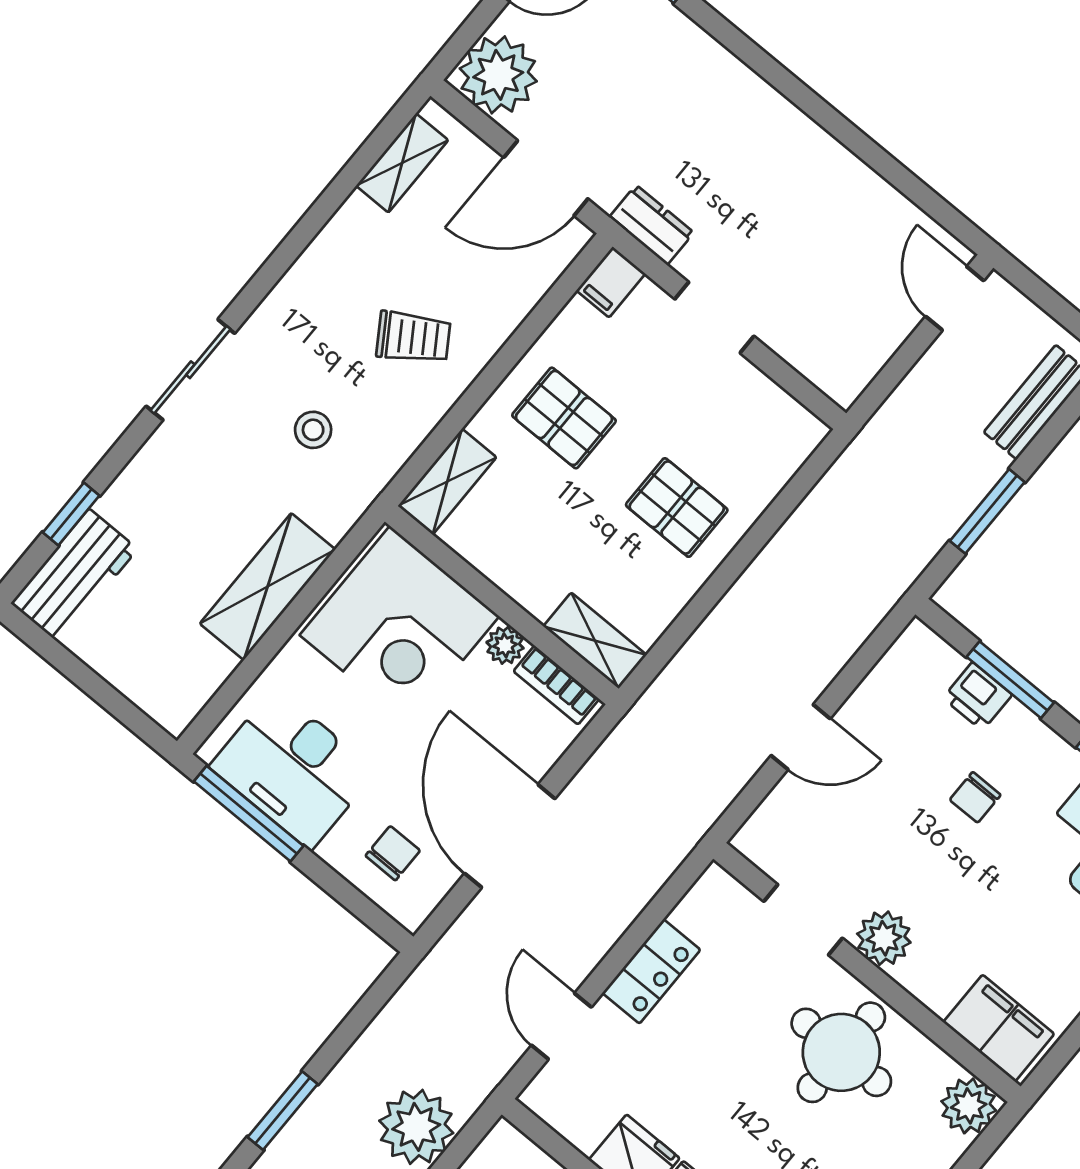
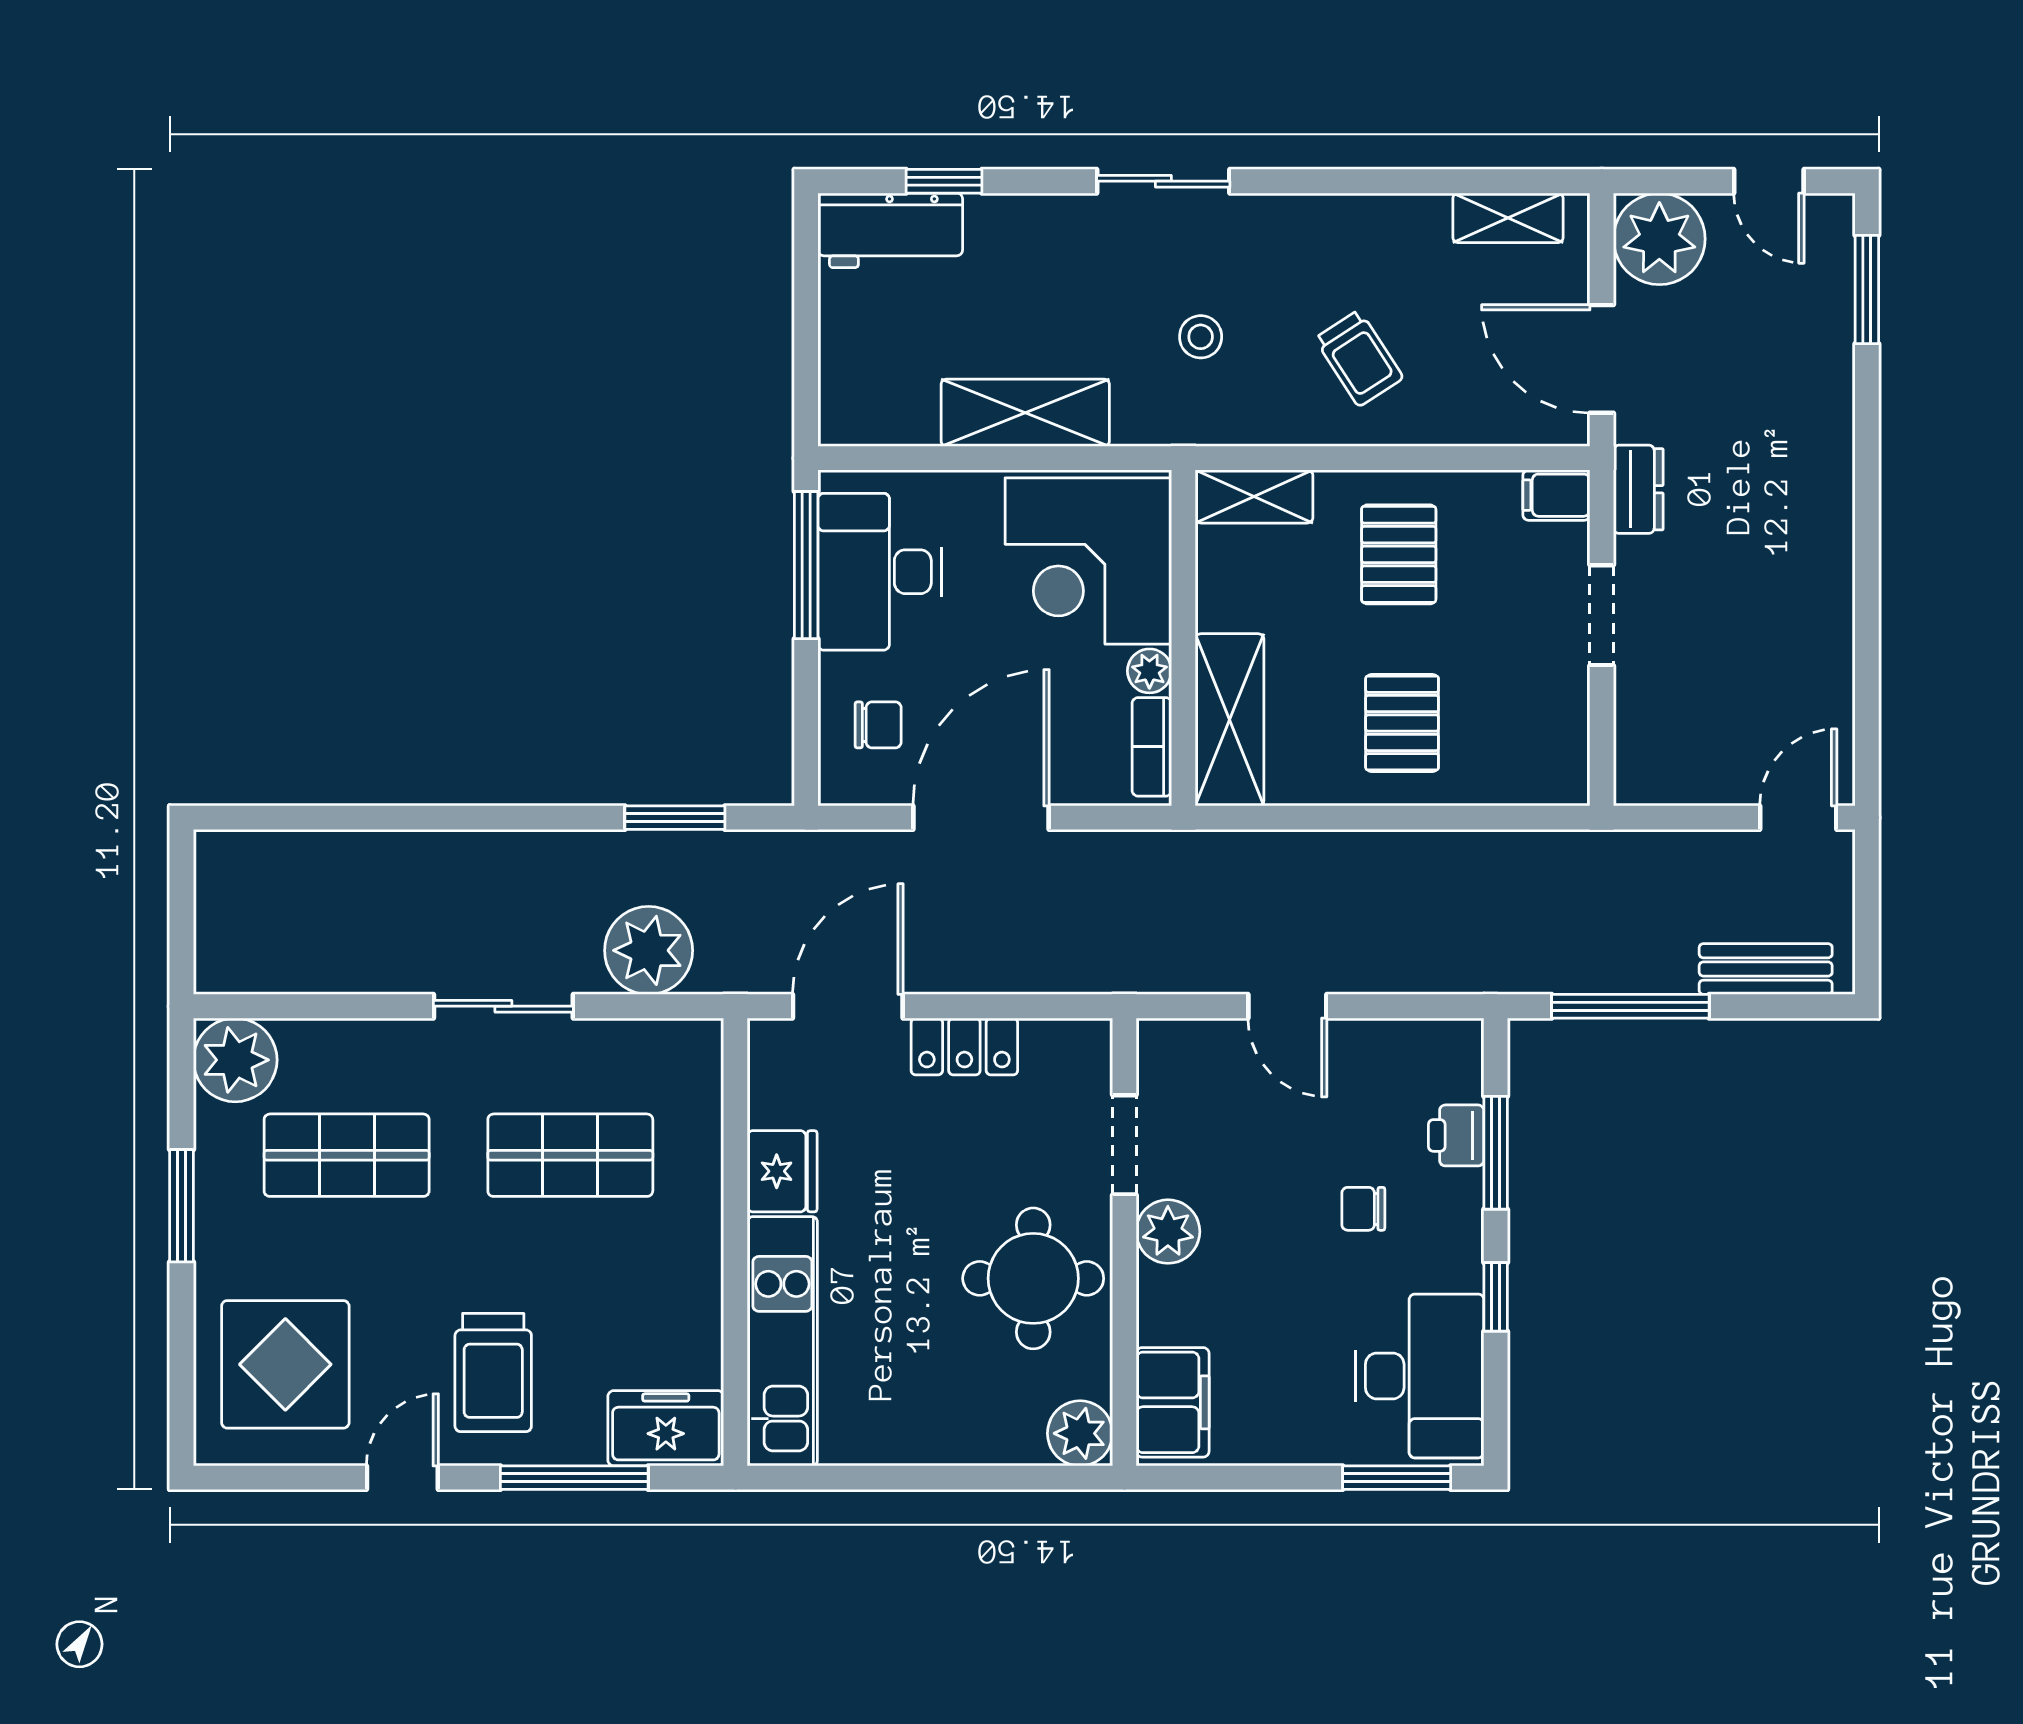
window: (987, 511) -> (1630, 1006), width x1.44
shelving: (595, 641) -> (1230, 720), width x1.50, depth x1.33
door: (561, 1026) -> (848, 1006), width x1.38
window: (283, 1111) -> (675, 818), moved

